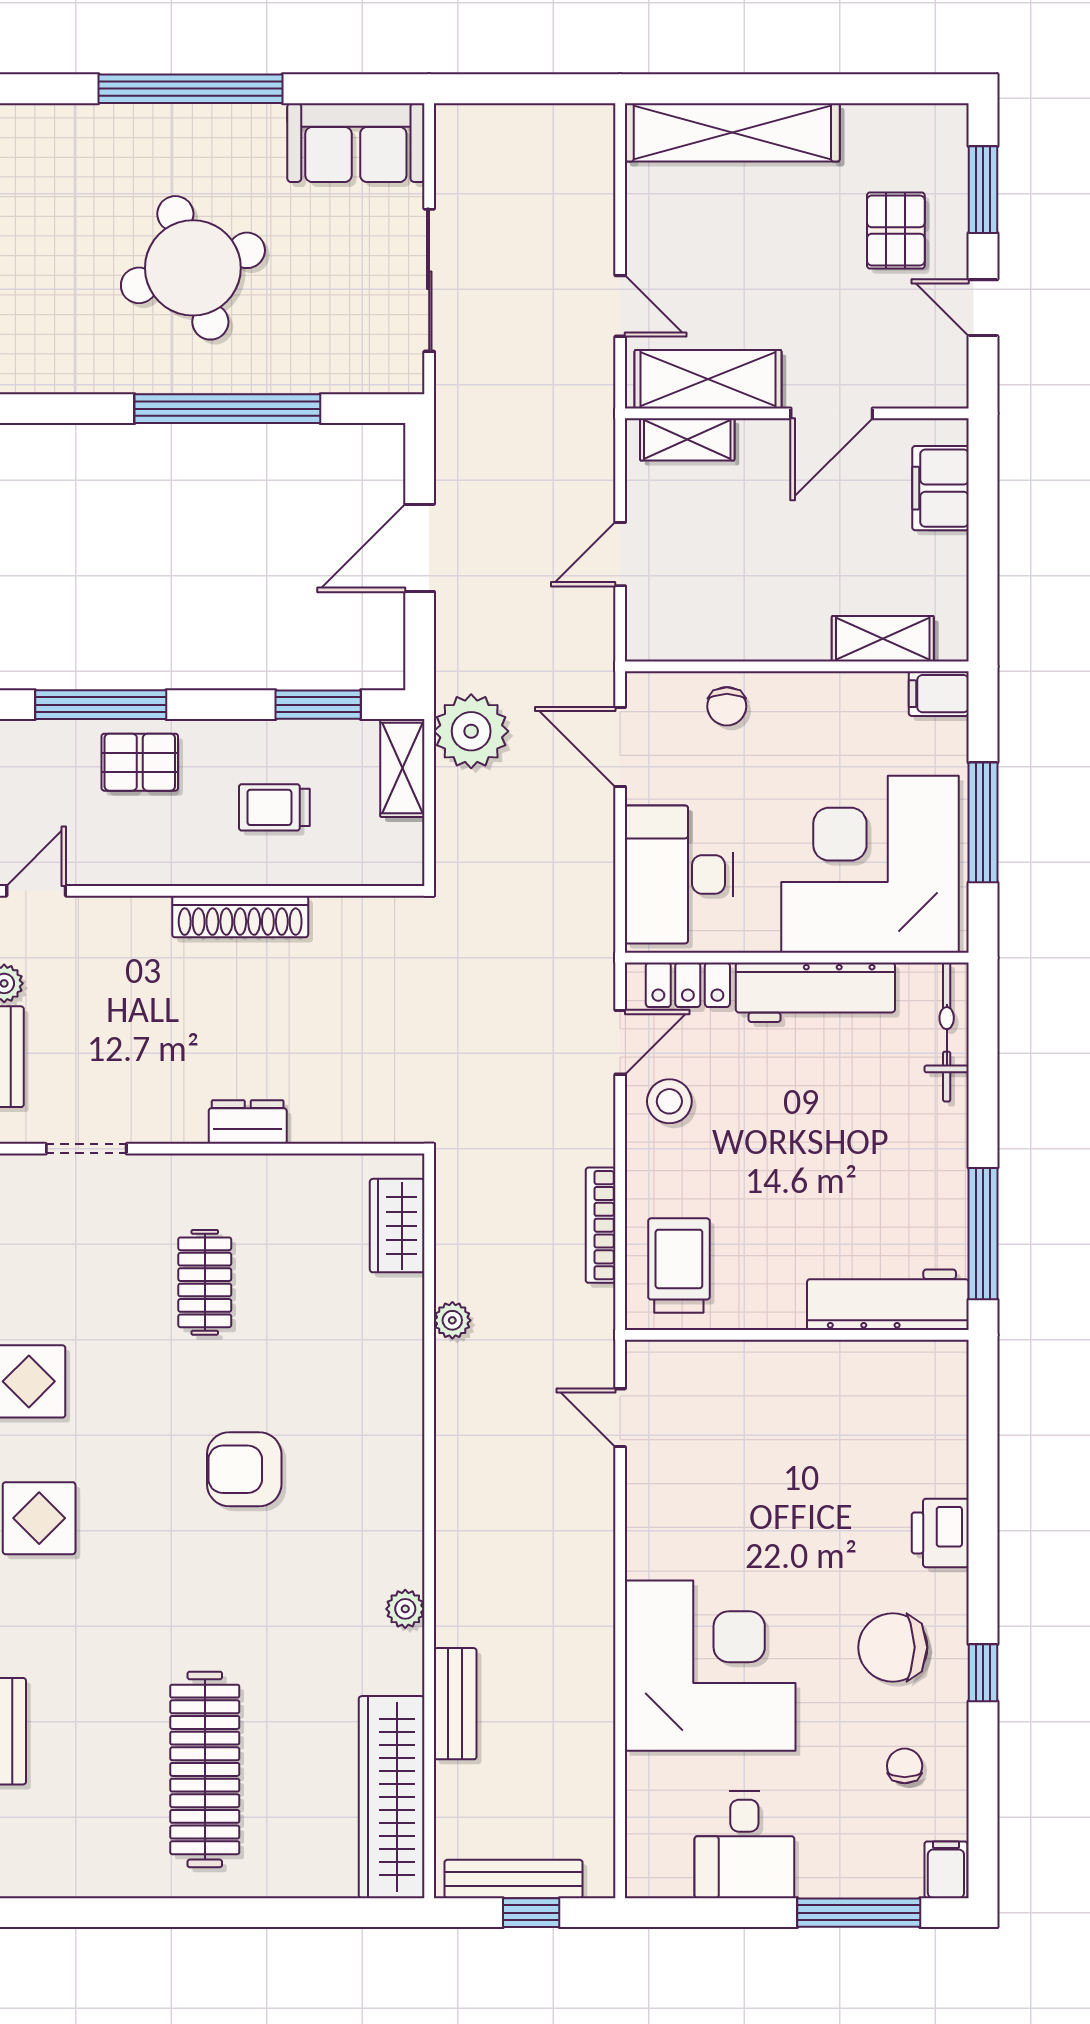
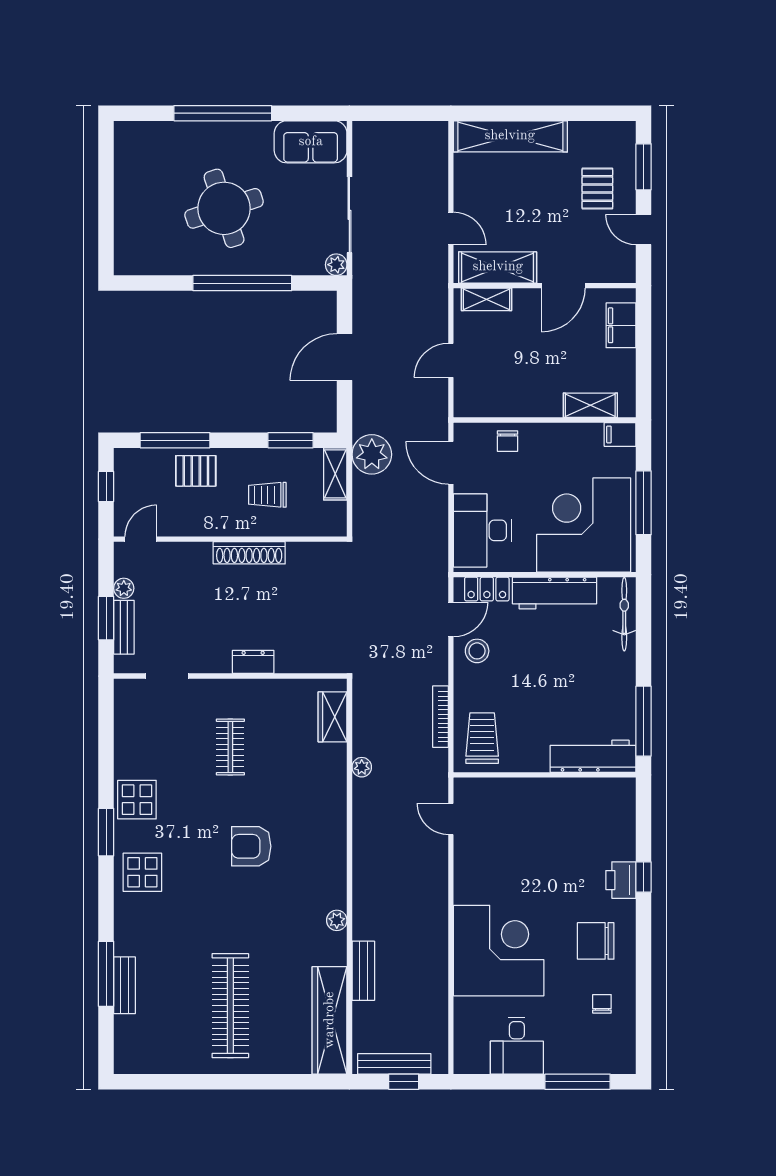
plant: (404, 374) -> (336, 265), added
window: (983, 1673) -> (644, 877), moved
filing cabinet: (946, 1870) -> (624, 1059), removed

